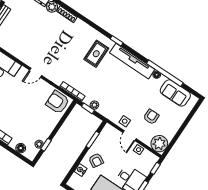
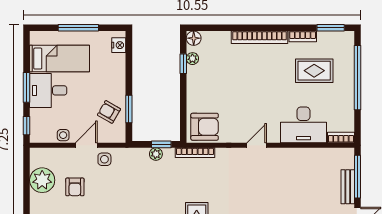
door: (130, 136) -> (86, 145), hinge flipped
plant: (159, 144) -> (42, 180), moved
floor lamp: (21, 148) -> (194, 38), moved
armchair: (96, 160) -> (109, 112), moved
nightstand: (81, 170) -> (119, 45), moved

